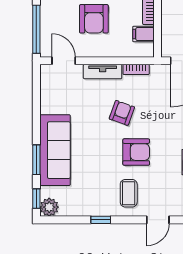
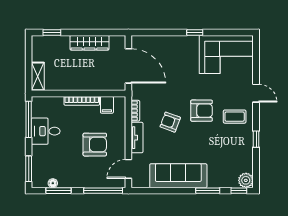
sofa: (55, 150) -> (178, 176), moved
armchair: (136, 152) -> (202, 111), turned 90

